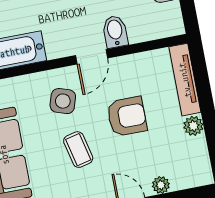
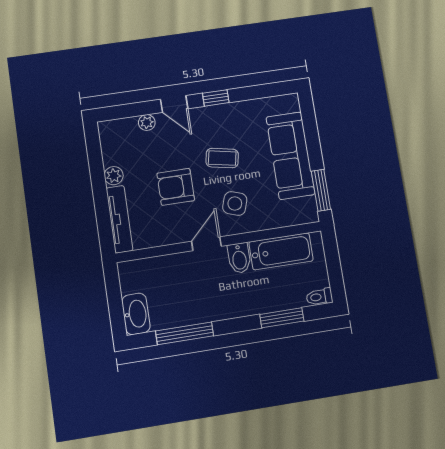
bidet: (115, 32) -> (239, 258), moved
coffee table: (78, 150) -> (222, 158), turned -66

